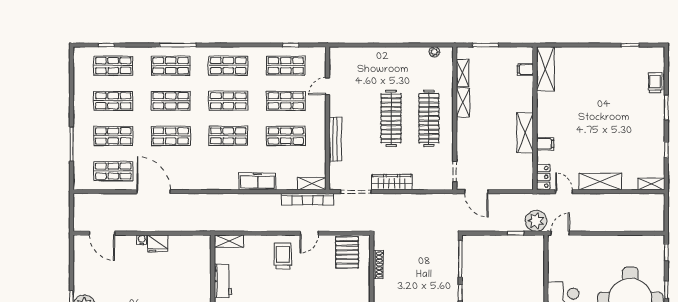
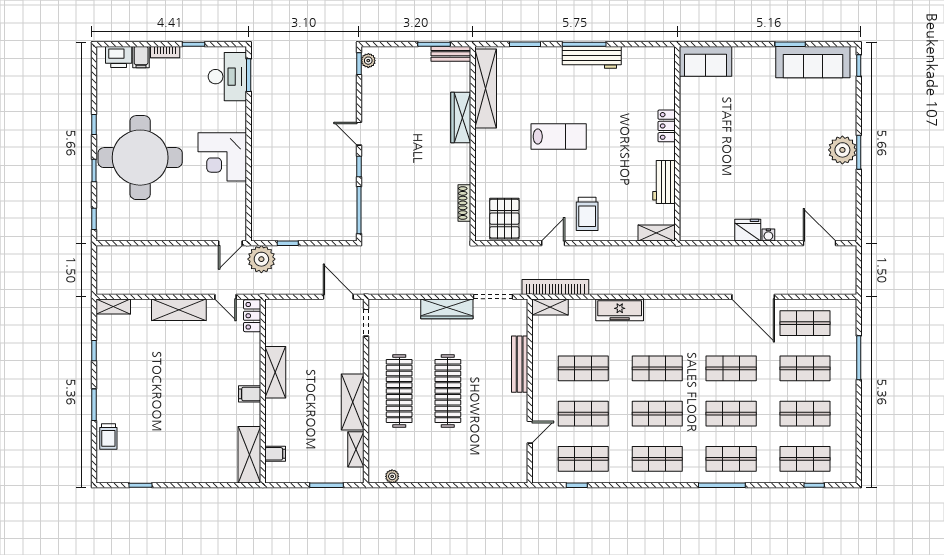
shelving: (463, 102) -> (353, 402), width x1.50, depth x1.33
filing cabinet: (545, 144) -> (250, 394), moved

